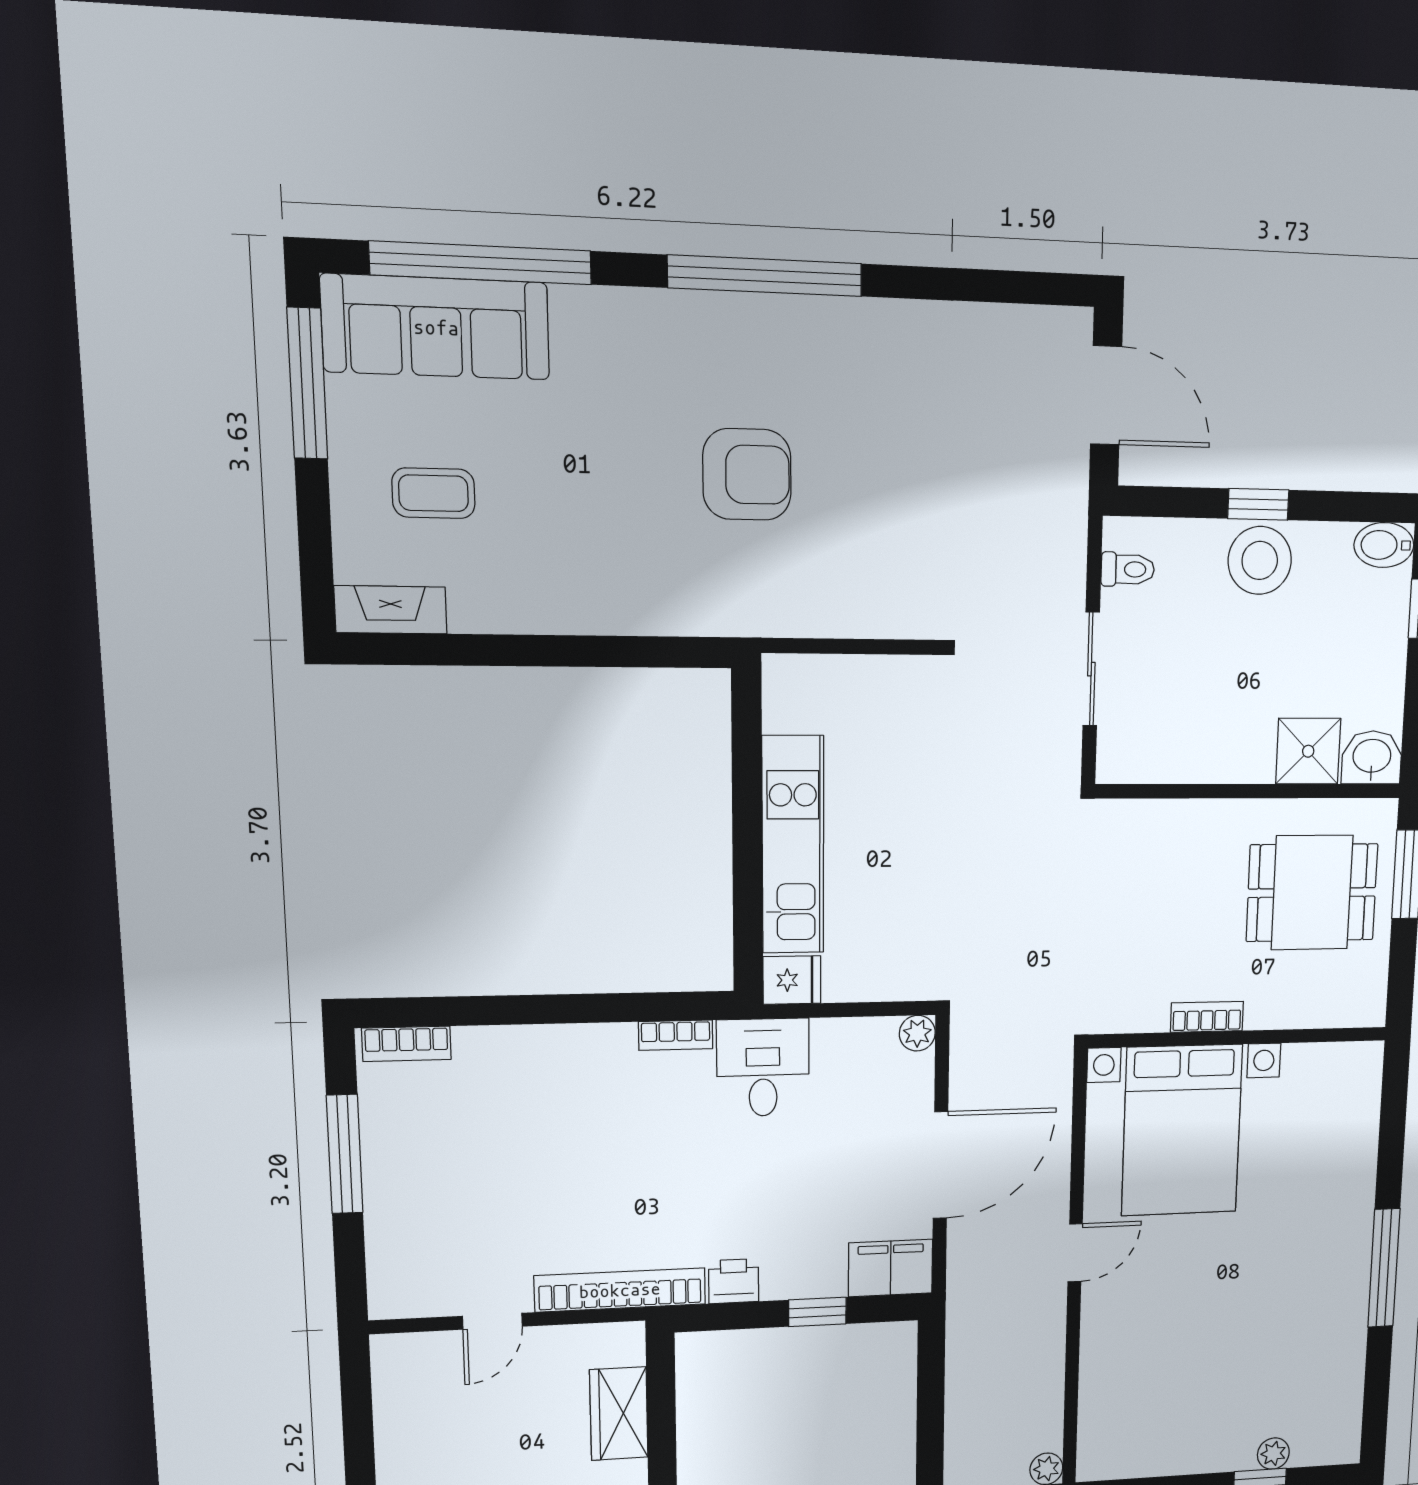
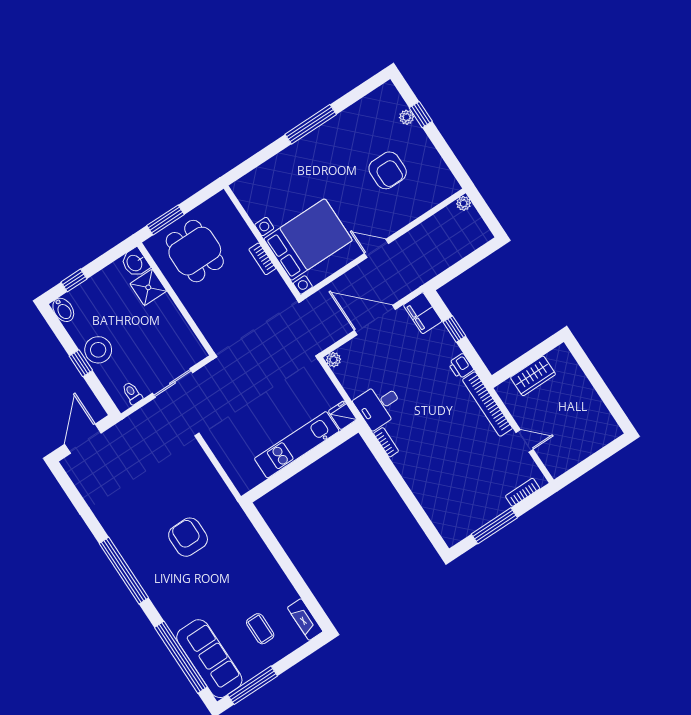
bookcase: (406, 1044) -> (523, 492), moved, turned -90
armchair: (1204, 1361) -> (388, 170), added

